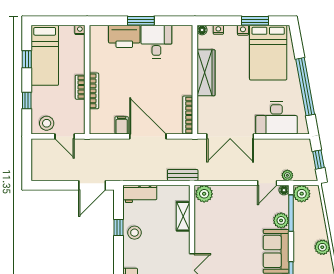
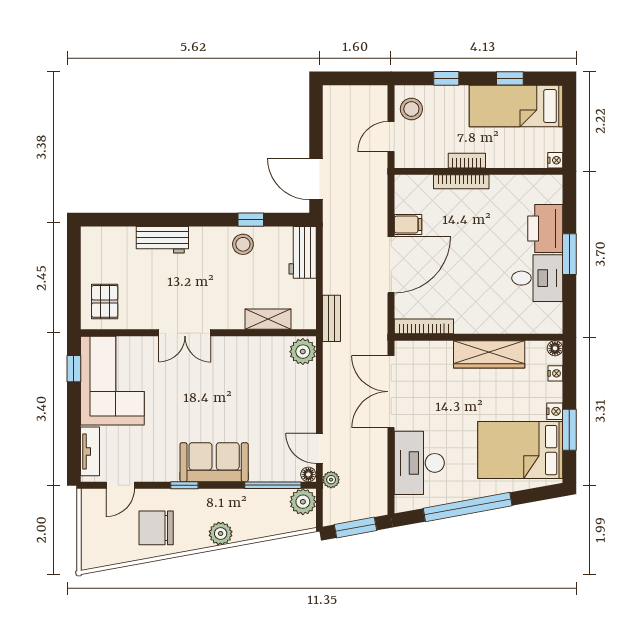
window: (318, 160) -> (356, 527), width x1.50
plant: (281, 220) -> (262, 470), removed

